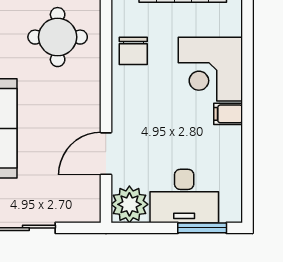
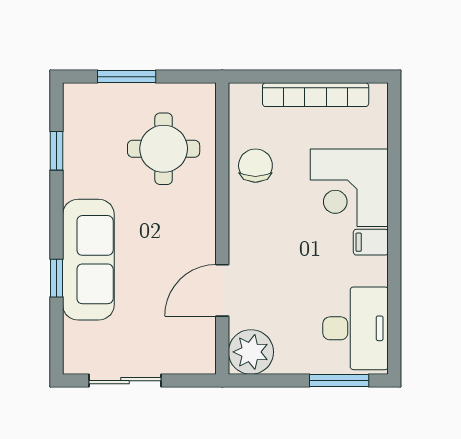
chair: (133, 51) -> (255, 166), turned 180
desk: (184, 196) -> (356, 328), moved, turned -90

